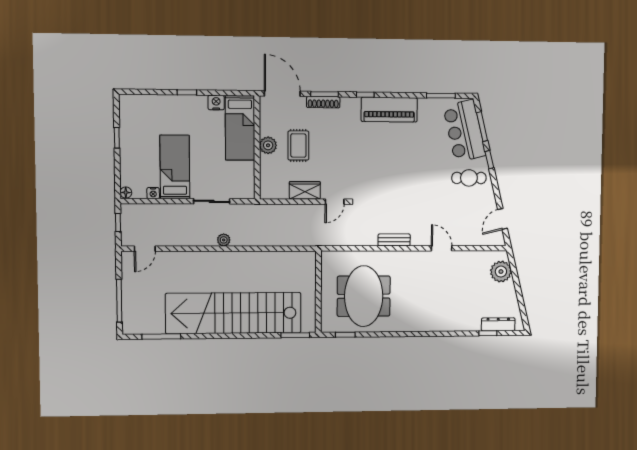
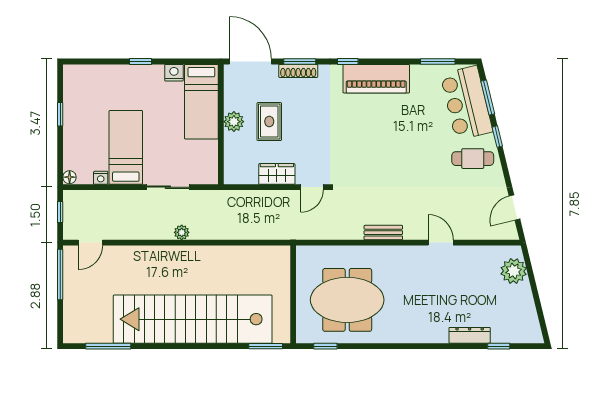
meeting table: (364, 296) -> (347, 300), turned 90
window: (119, 301) -> (60, 275), moved
dresser: (498, 324) -> (470, 335), moved

